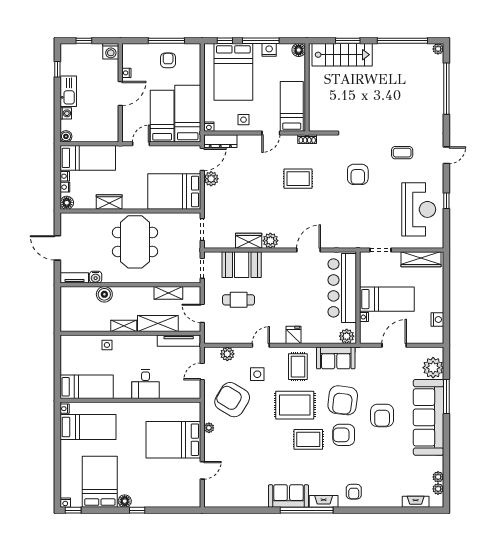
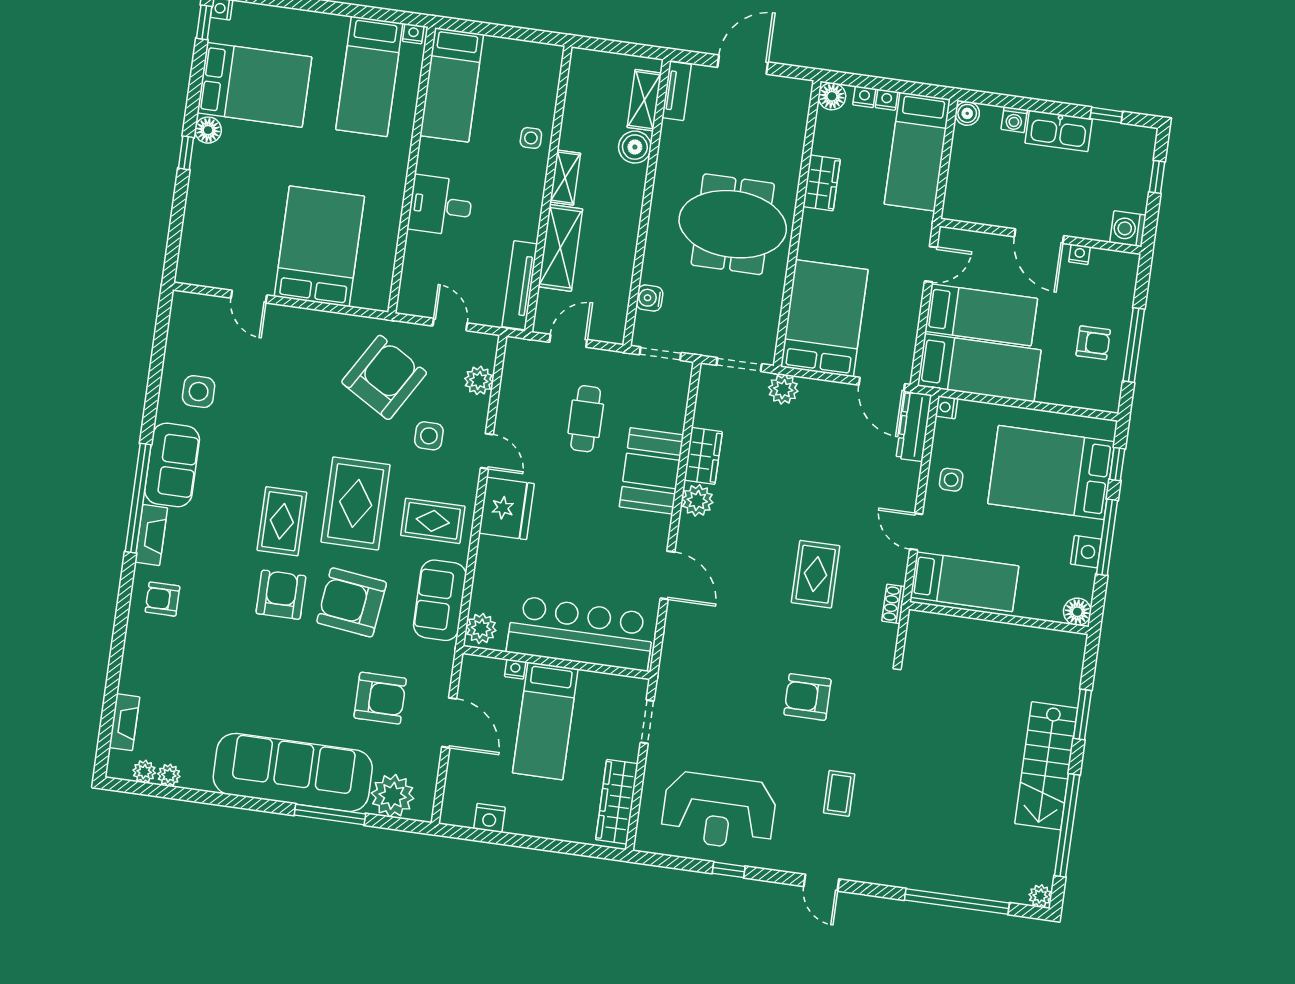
stairs: (342, 55) -> (1046, 766), moved
door: (141, 144) -> (931, 264), hinge flipped
plant: (211, 179) -> (783, 389), moved
booth: (242, 265) -> (651, 471), moved
water cooler: (96, 277) -> (649, 298), moved
shelving: (168, 293) -> (644, 100), moved
fridge: (294, 335) -> (507, 508), width x1.88, depth x1.34
armchair: (382, 415) -> (380, 698), moved, turned 180
plant: (209, 428) -> (334, 322), removed
side table: (251, 488) -> (199, 392), added

